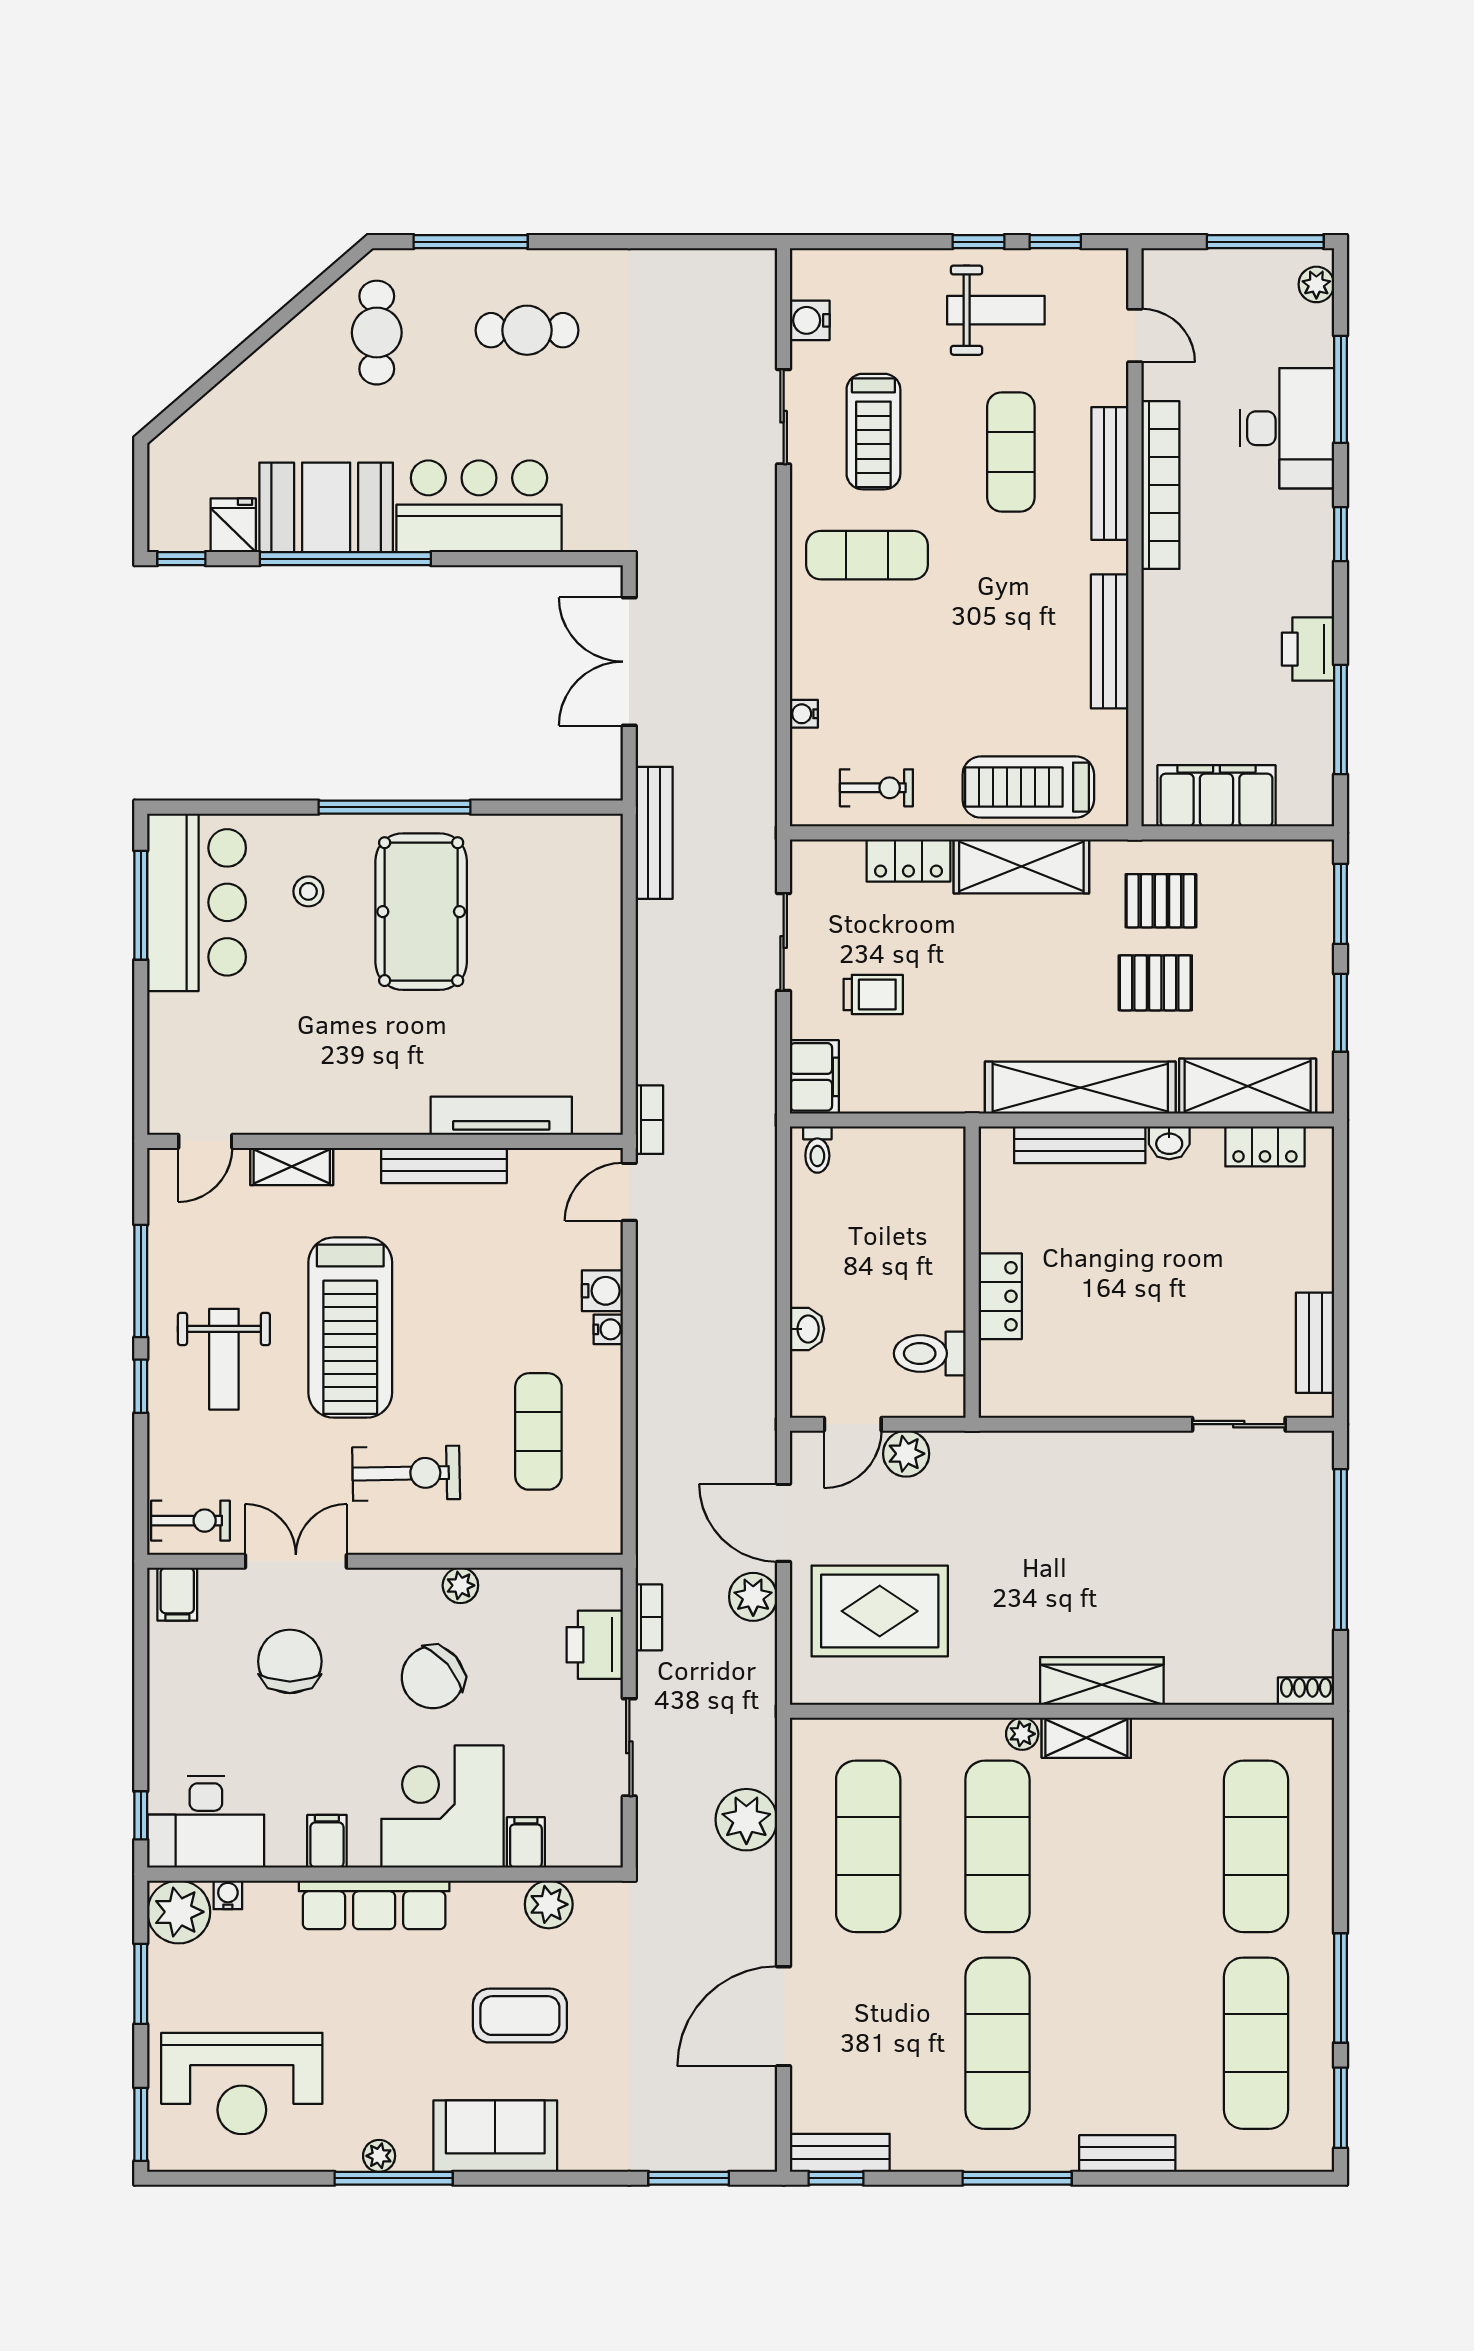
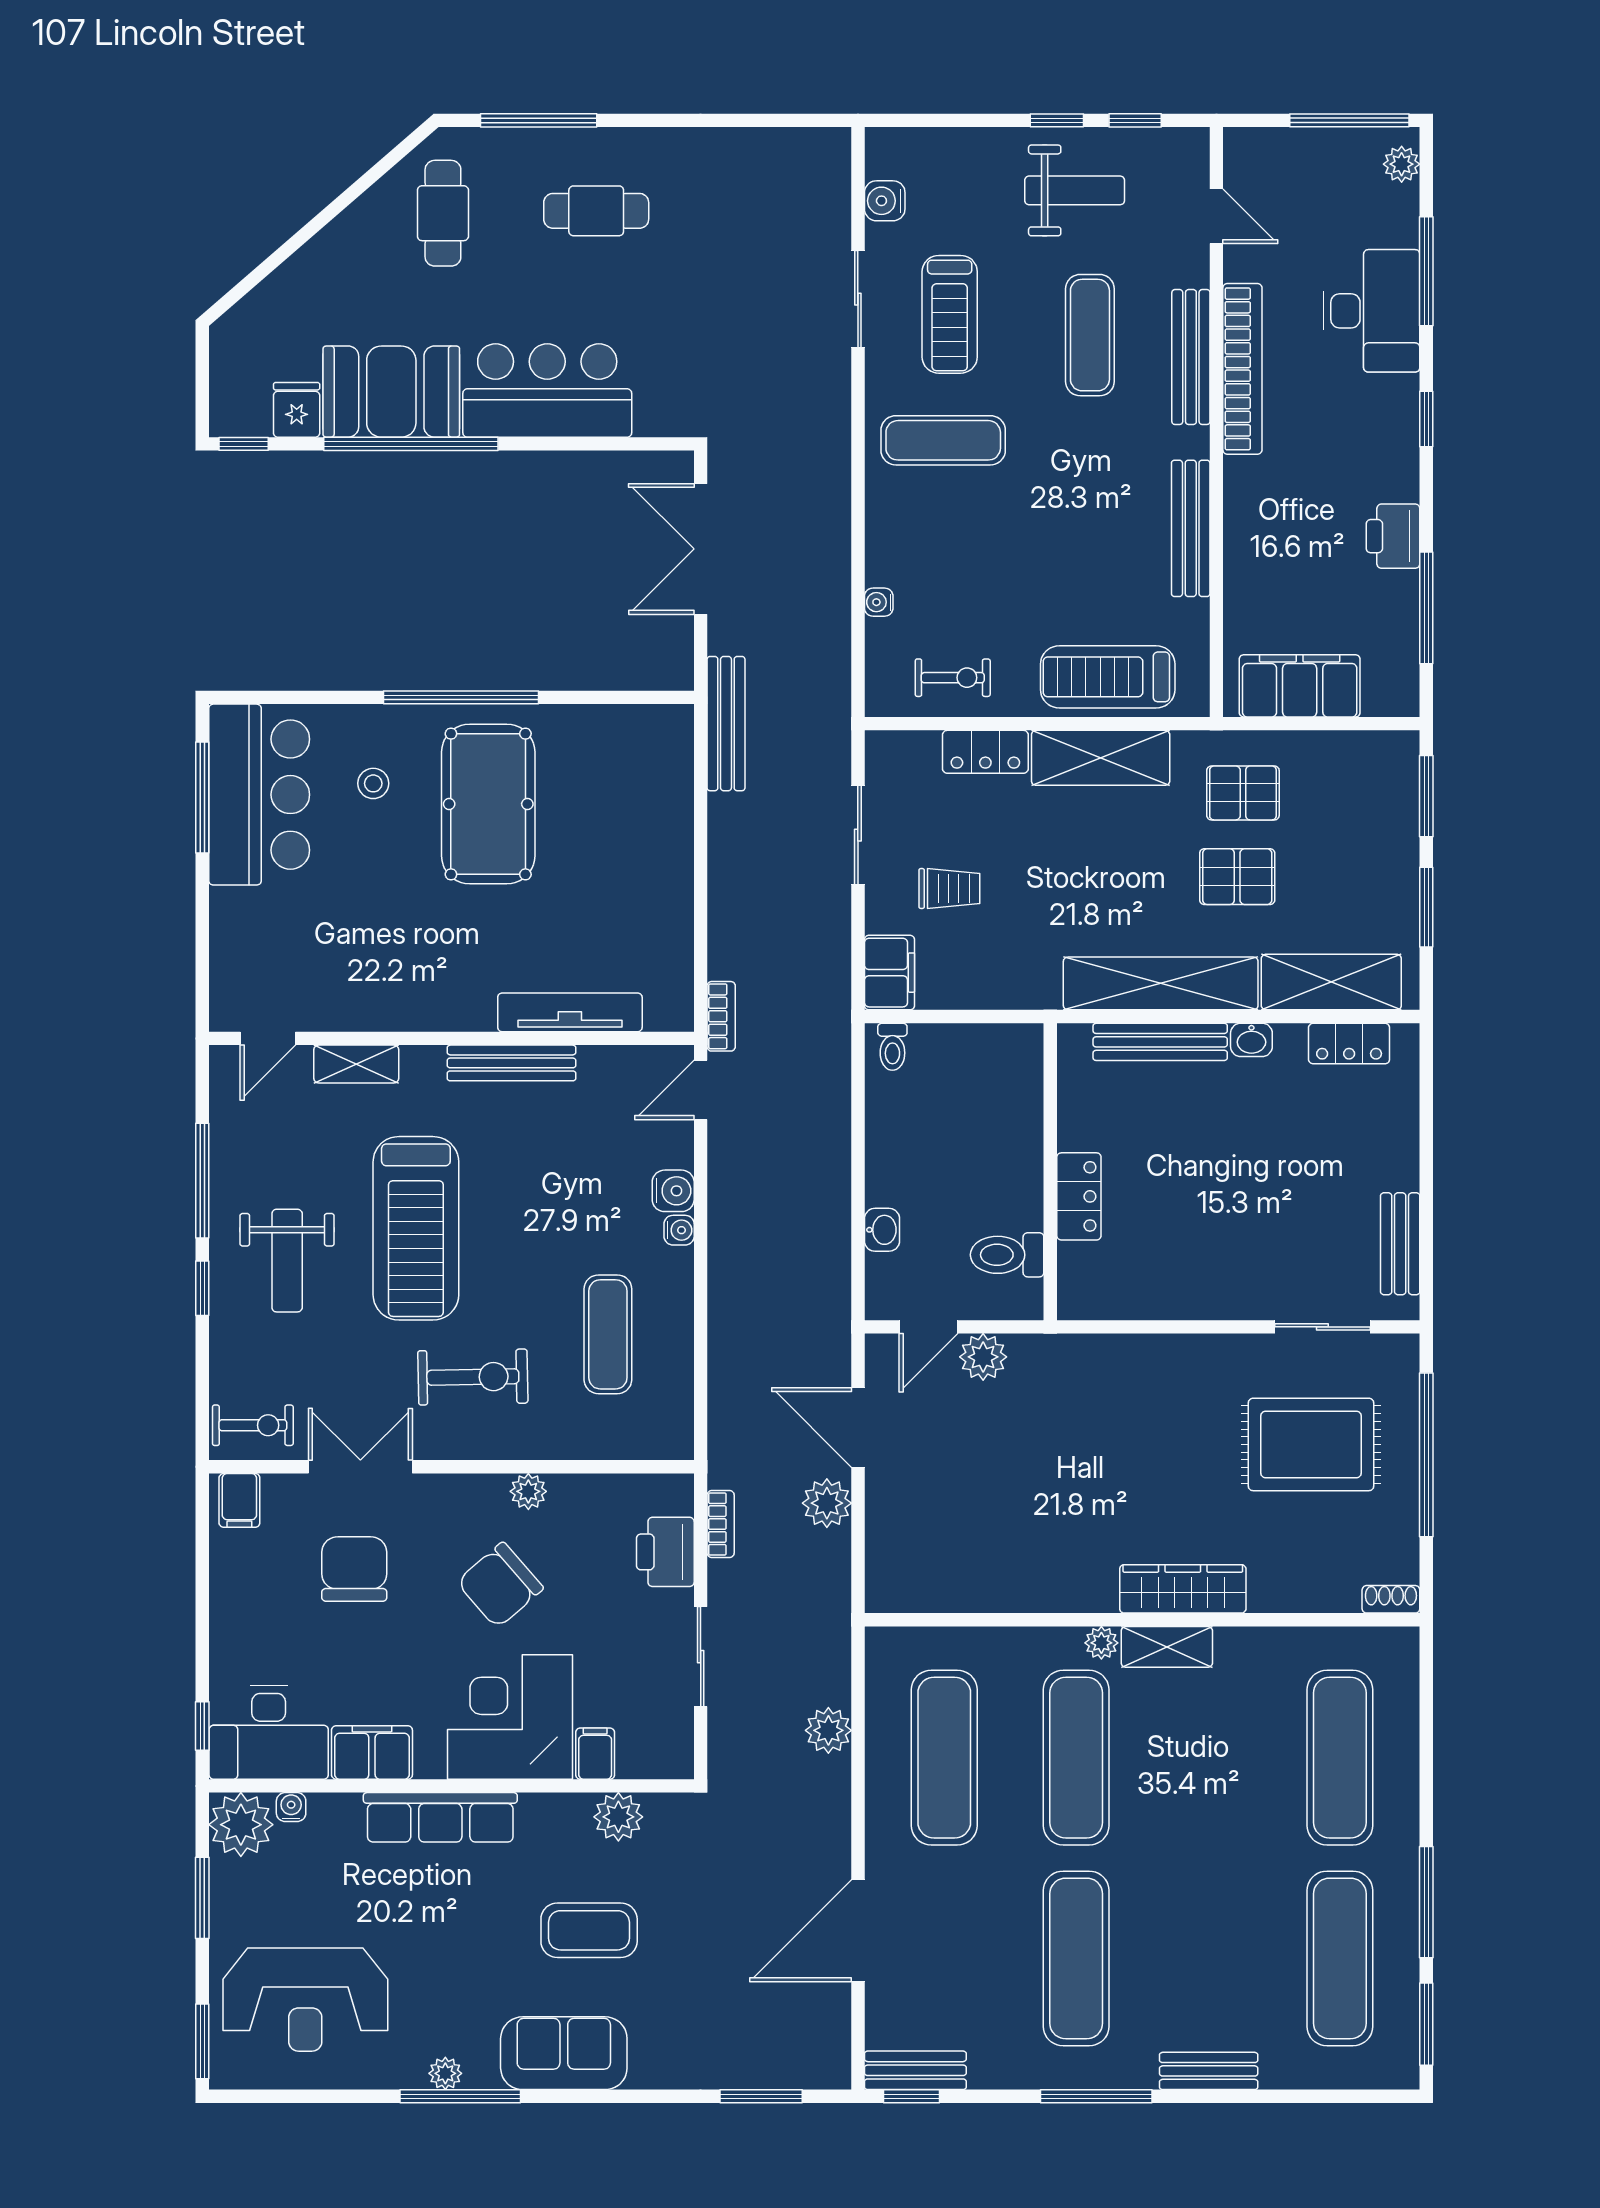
rug: (880, 1611) -> (1311, 1444), moved
plant: (746, 1820) -> (828, 1730), width x0.73, depth x0.73
filing cabinet: (327, 1841) -> (372, 1752), width x2.00

